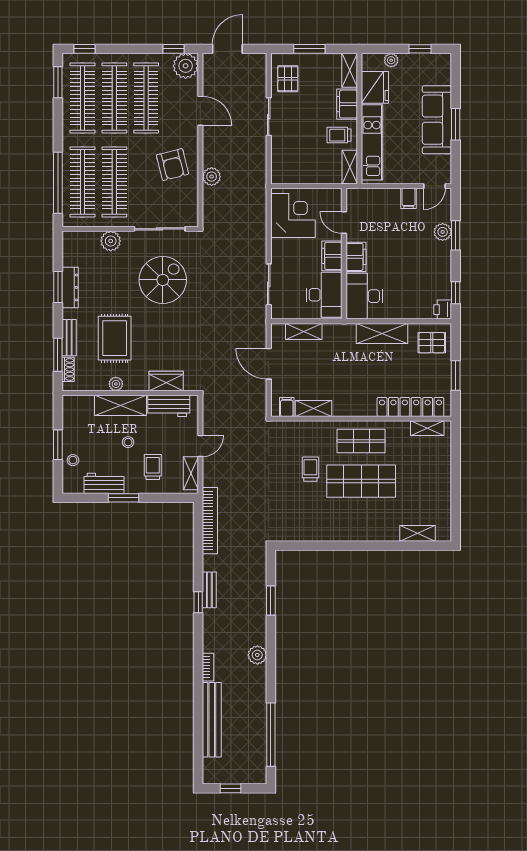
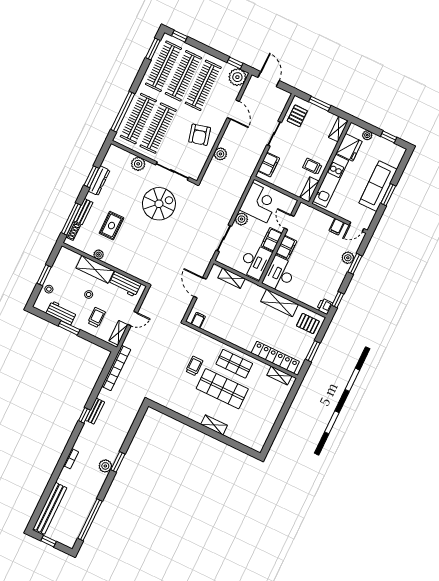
door: (227, 49) -> (269, 79), hinge flipped
filing cabinet: (347, 104) -> (269, 165), moved, turned 180
plant: (280, 248) -> (242, 219), added
rug: (115, 338) -> (111, 226), width x0.73, depth x0.70
window: (58, 355) -> (71, 219), width x1.44
wardrobe: (166, 381) -> (131, 268), removed
shelving: (313, 408) -> (214, 329), removed
shelving: (418, 533) -> (214, 425), moved
window: (271, 601) -> (118, 462), moved
bench: (212, 720) -> (50, 508), moved

